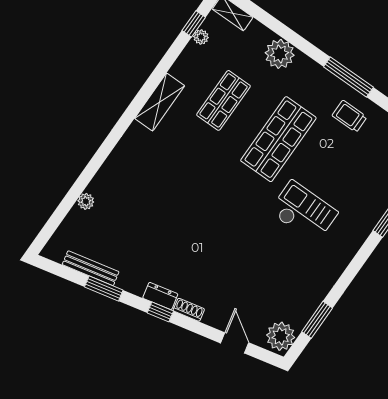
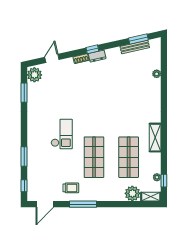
plant: (280, 54) -> (132, 193), moved
shop shelf: (224, 100) -> (129, 157), width x1.43, depth x1.36
checkout: (304, 212) -> (62, 134), turned -90
window: (104, 288) -> (138, 39), moved
door: (235, 343) -> (52, 58), swing flipped

